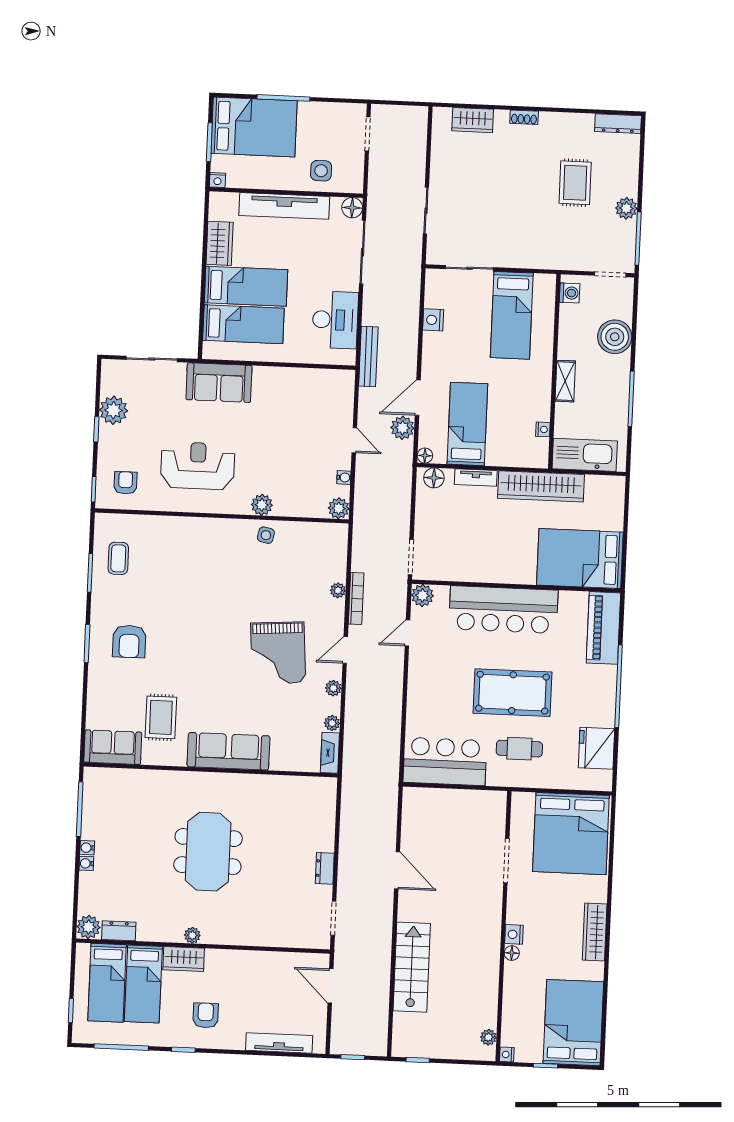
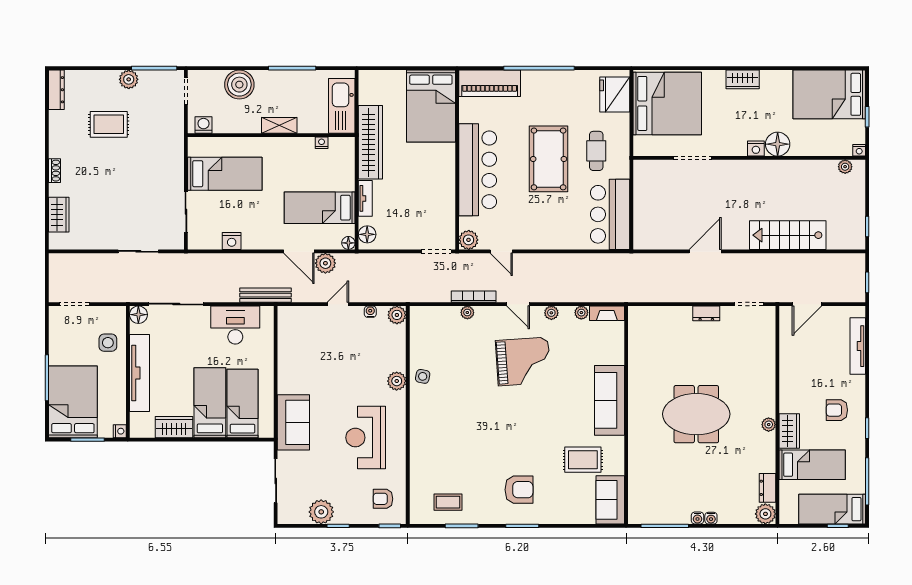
fridge: (596, 748) -> (615, 94), moved, turned 90
wardrobe: (595, 932) -> (743, 79), width x0.67
floor lamp: (512, 953) -> (778, 144), width x1.89, depth x1.89
bed: (107, 983) -> (832, 509), moved, turned 180

